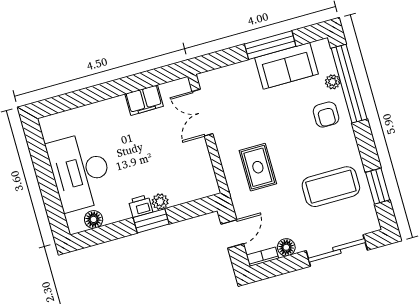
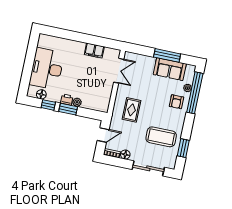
double door: (202, 113) -> (119, 71), swing flipped
window: (114, 231) -> (48, 105), added

